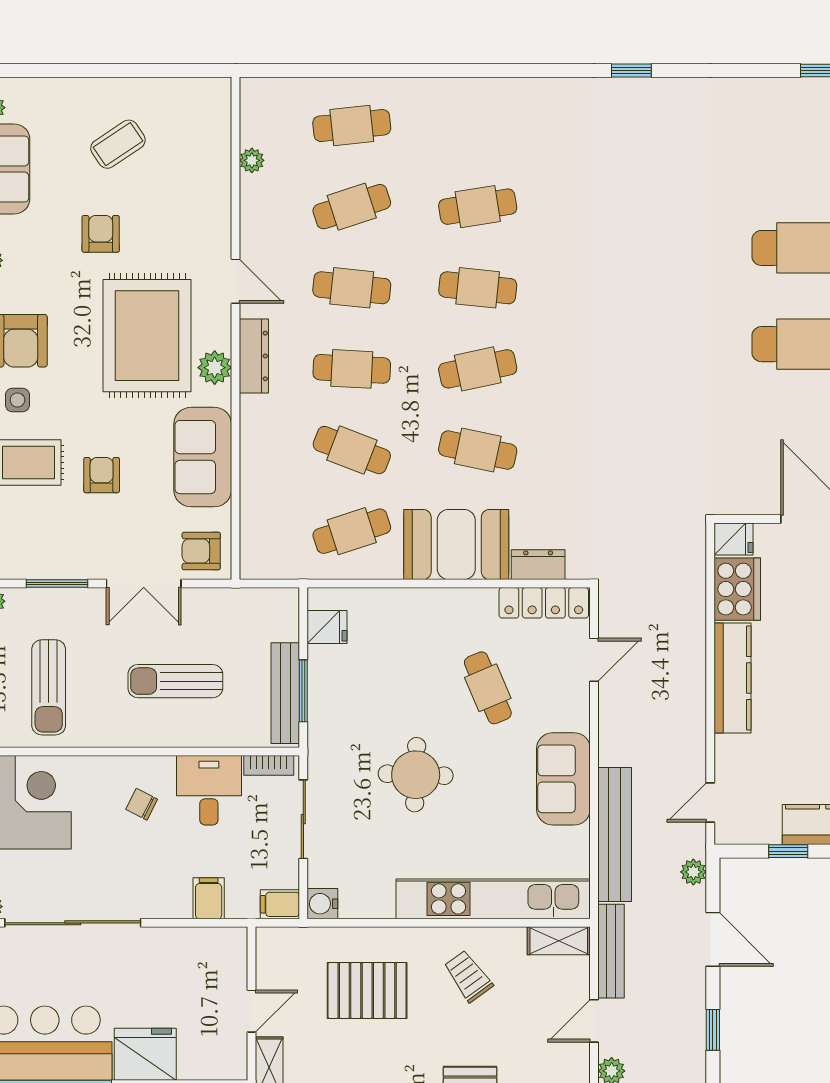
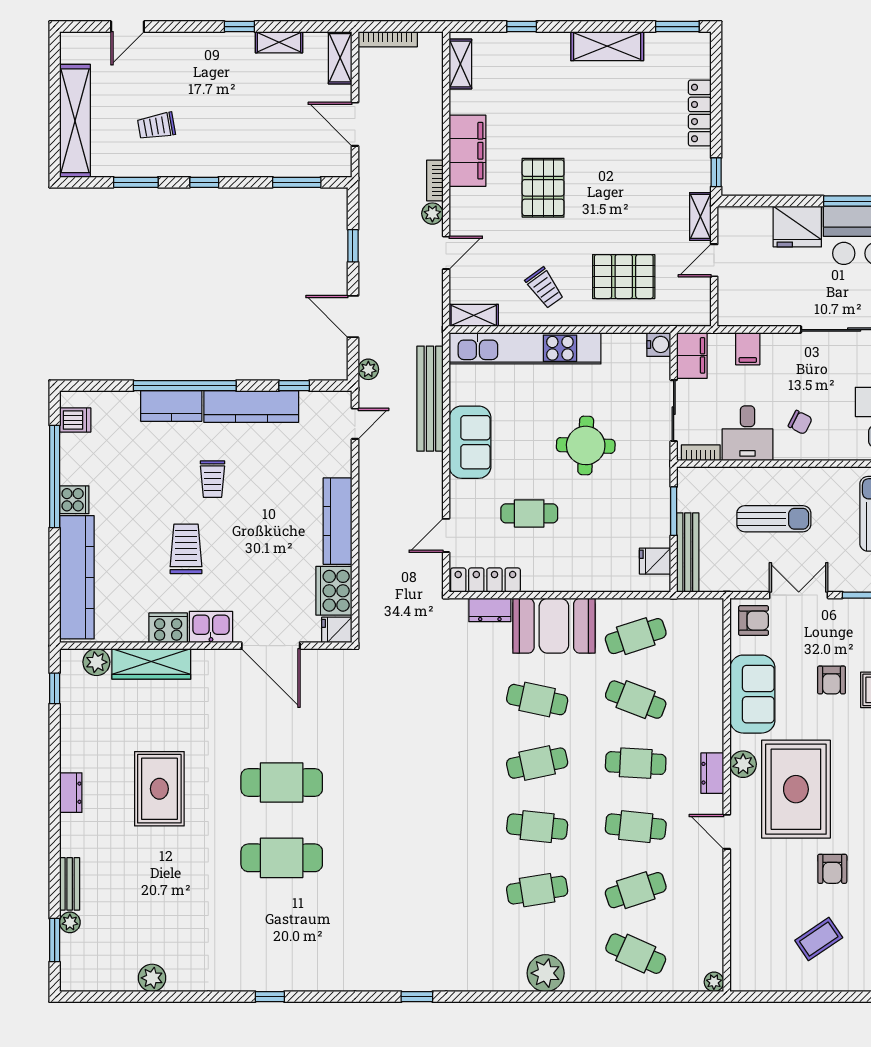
plant: (467, 101) -> (546, 973), added
cafe table: (352, 126) -> (636, 954), turned 30
plant: (252, 160) -> (714, 982), moved
dresser: (254, 356) -> (712, 773), width x0.70
cafe table: (488, 688) -> (529, 513), turned -67
bench: (285, 693) -> (688, 552), moved
filing cabinet: (280, 904) -> (692, 355), width x2.00
bench: (611, 951) -> (433, 307), removed

